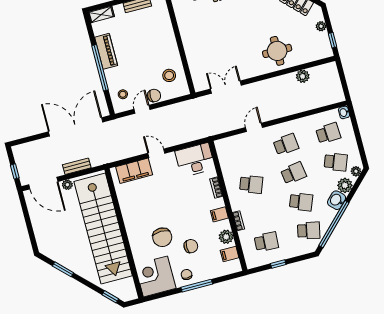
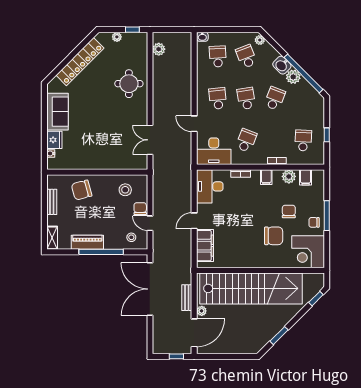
chair: (157, 32) -> (82, 190), added
plant: (303, 76) -> (159, 49), moved
desk: (232, 155) -> (214, 151), added
school desk: (336, 162) -> (246, 56), turned -42
plant: (345, 185) -> (293, 77), moved
school desk: (309, 231) -> (303, 98), removed

